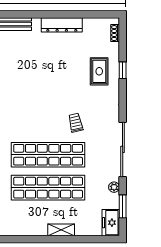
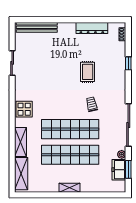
dresser: (62, 25) -> (92, 28), moved
rug: (99, 71) -> (88, 72), moved
freezer: (111, 223) -> (119, 170), moved
shelving: (61, 230) -> (70, 188), moved

